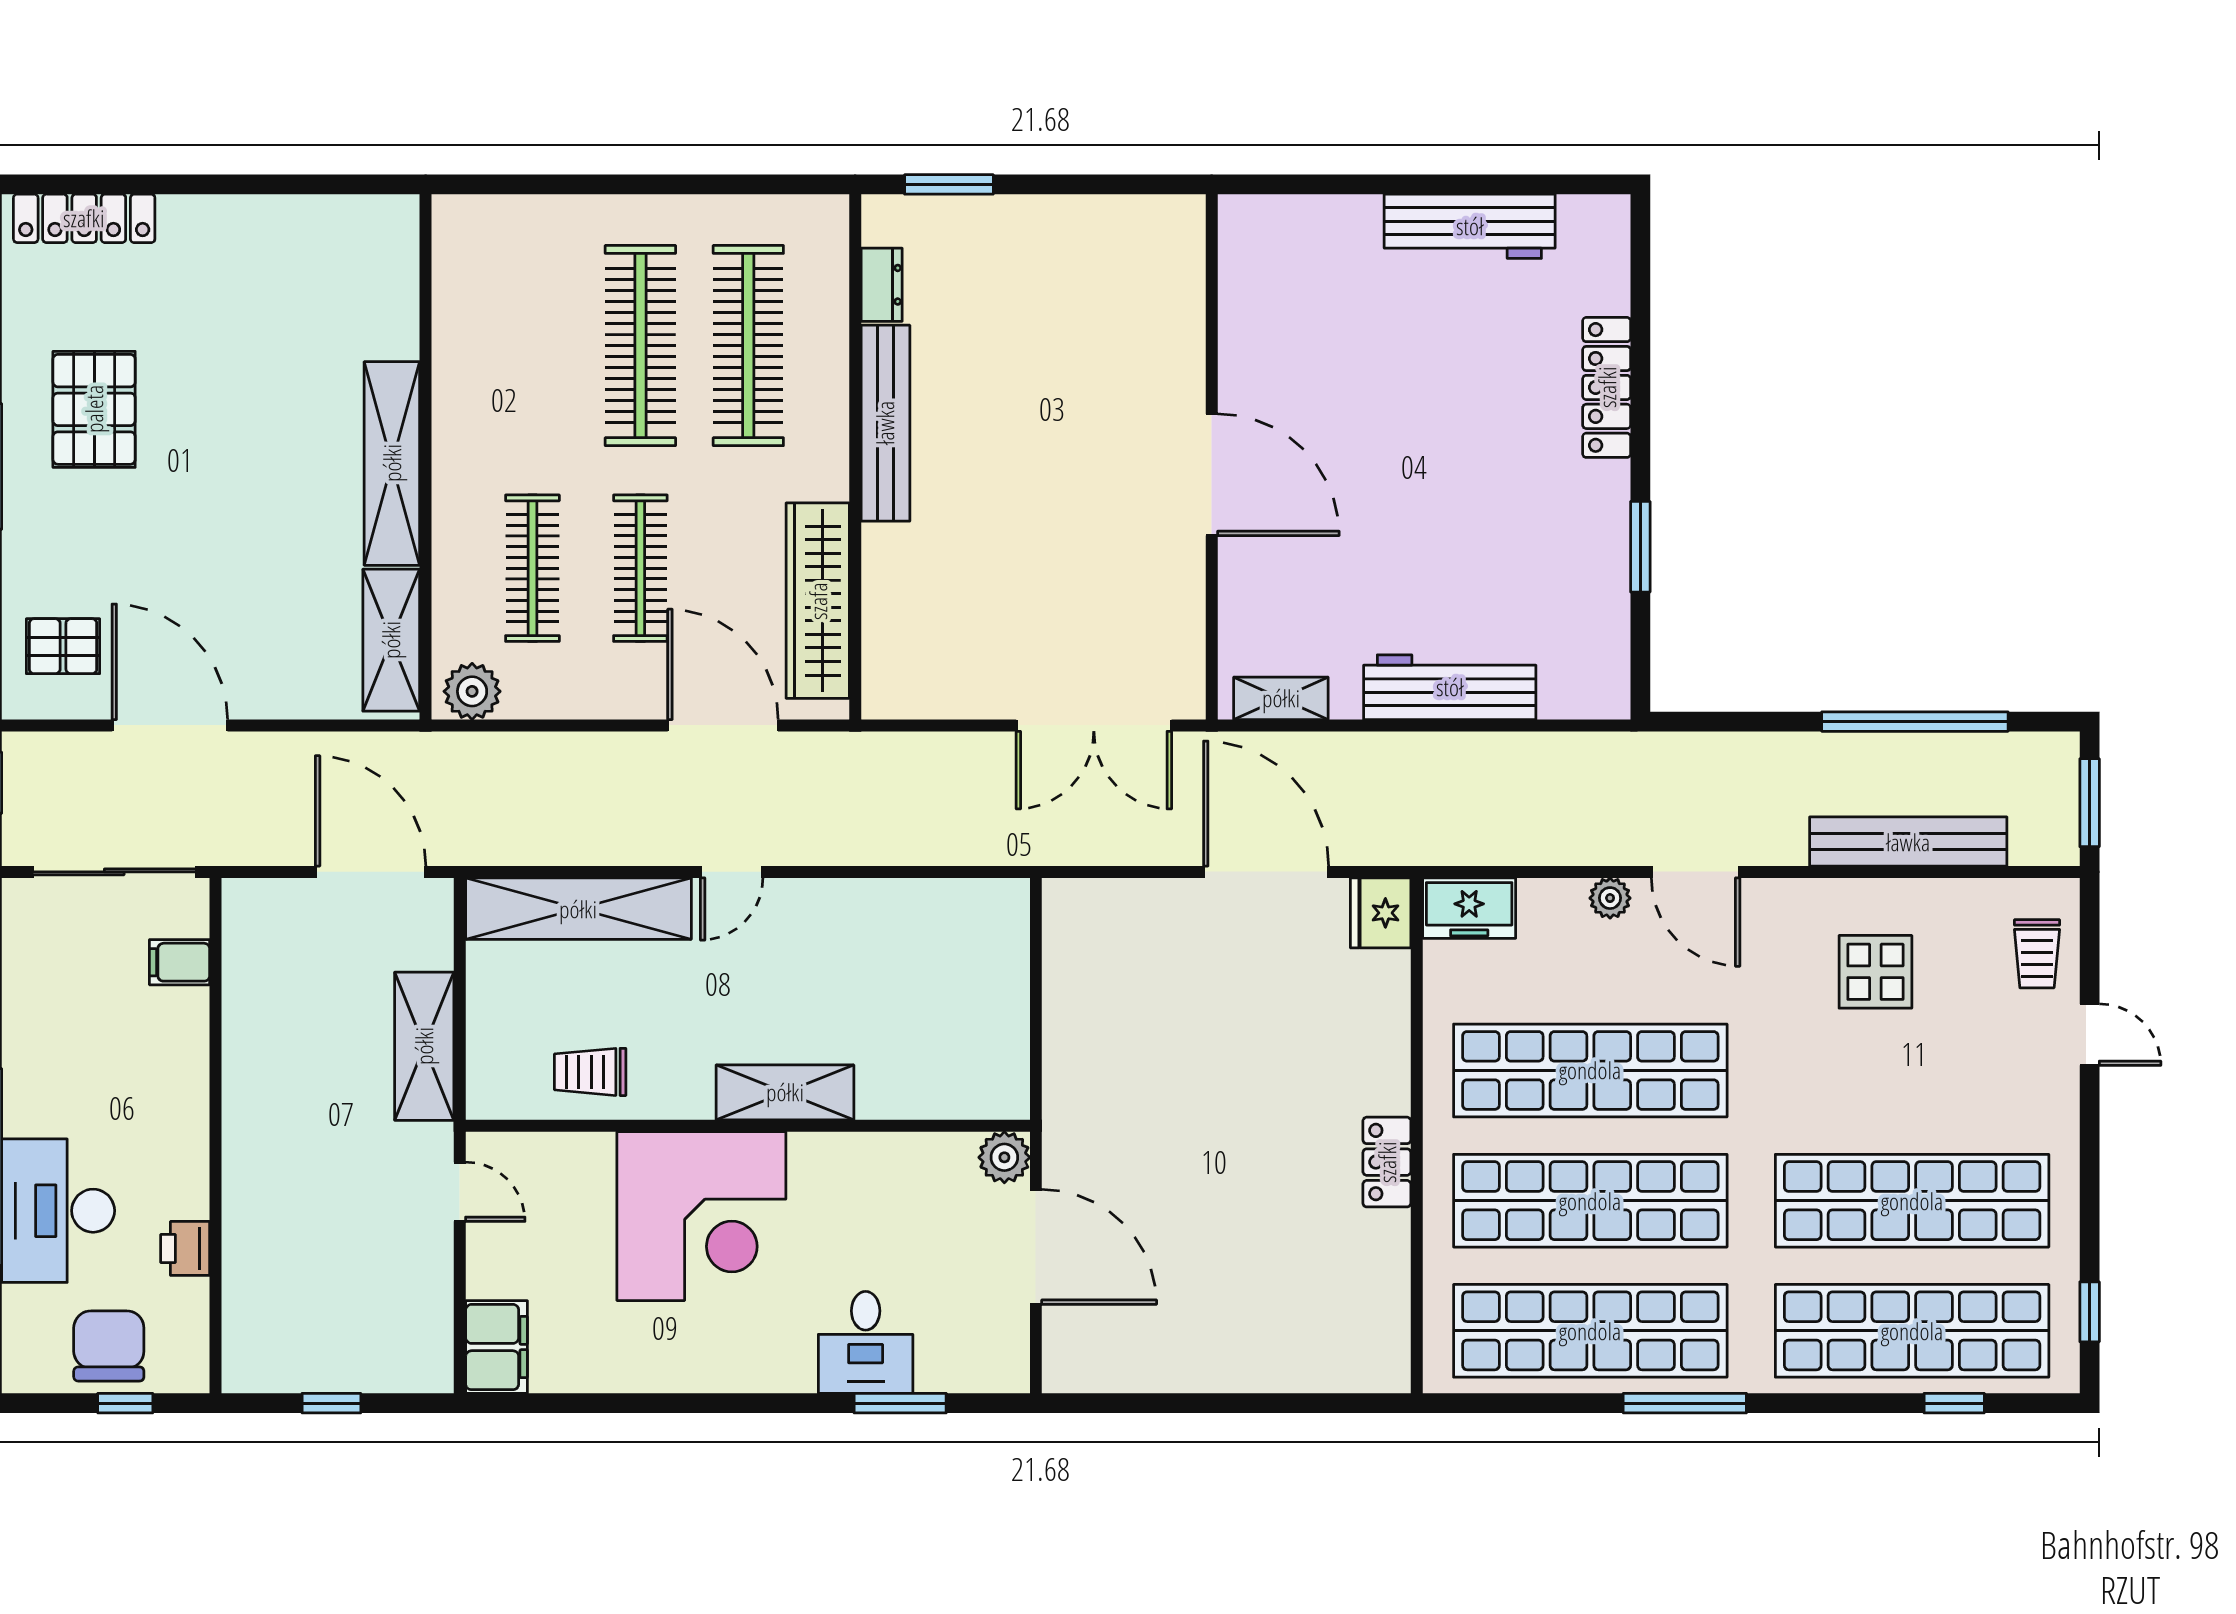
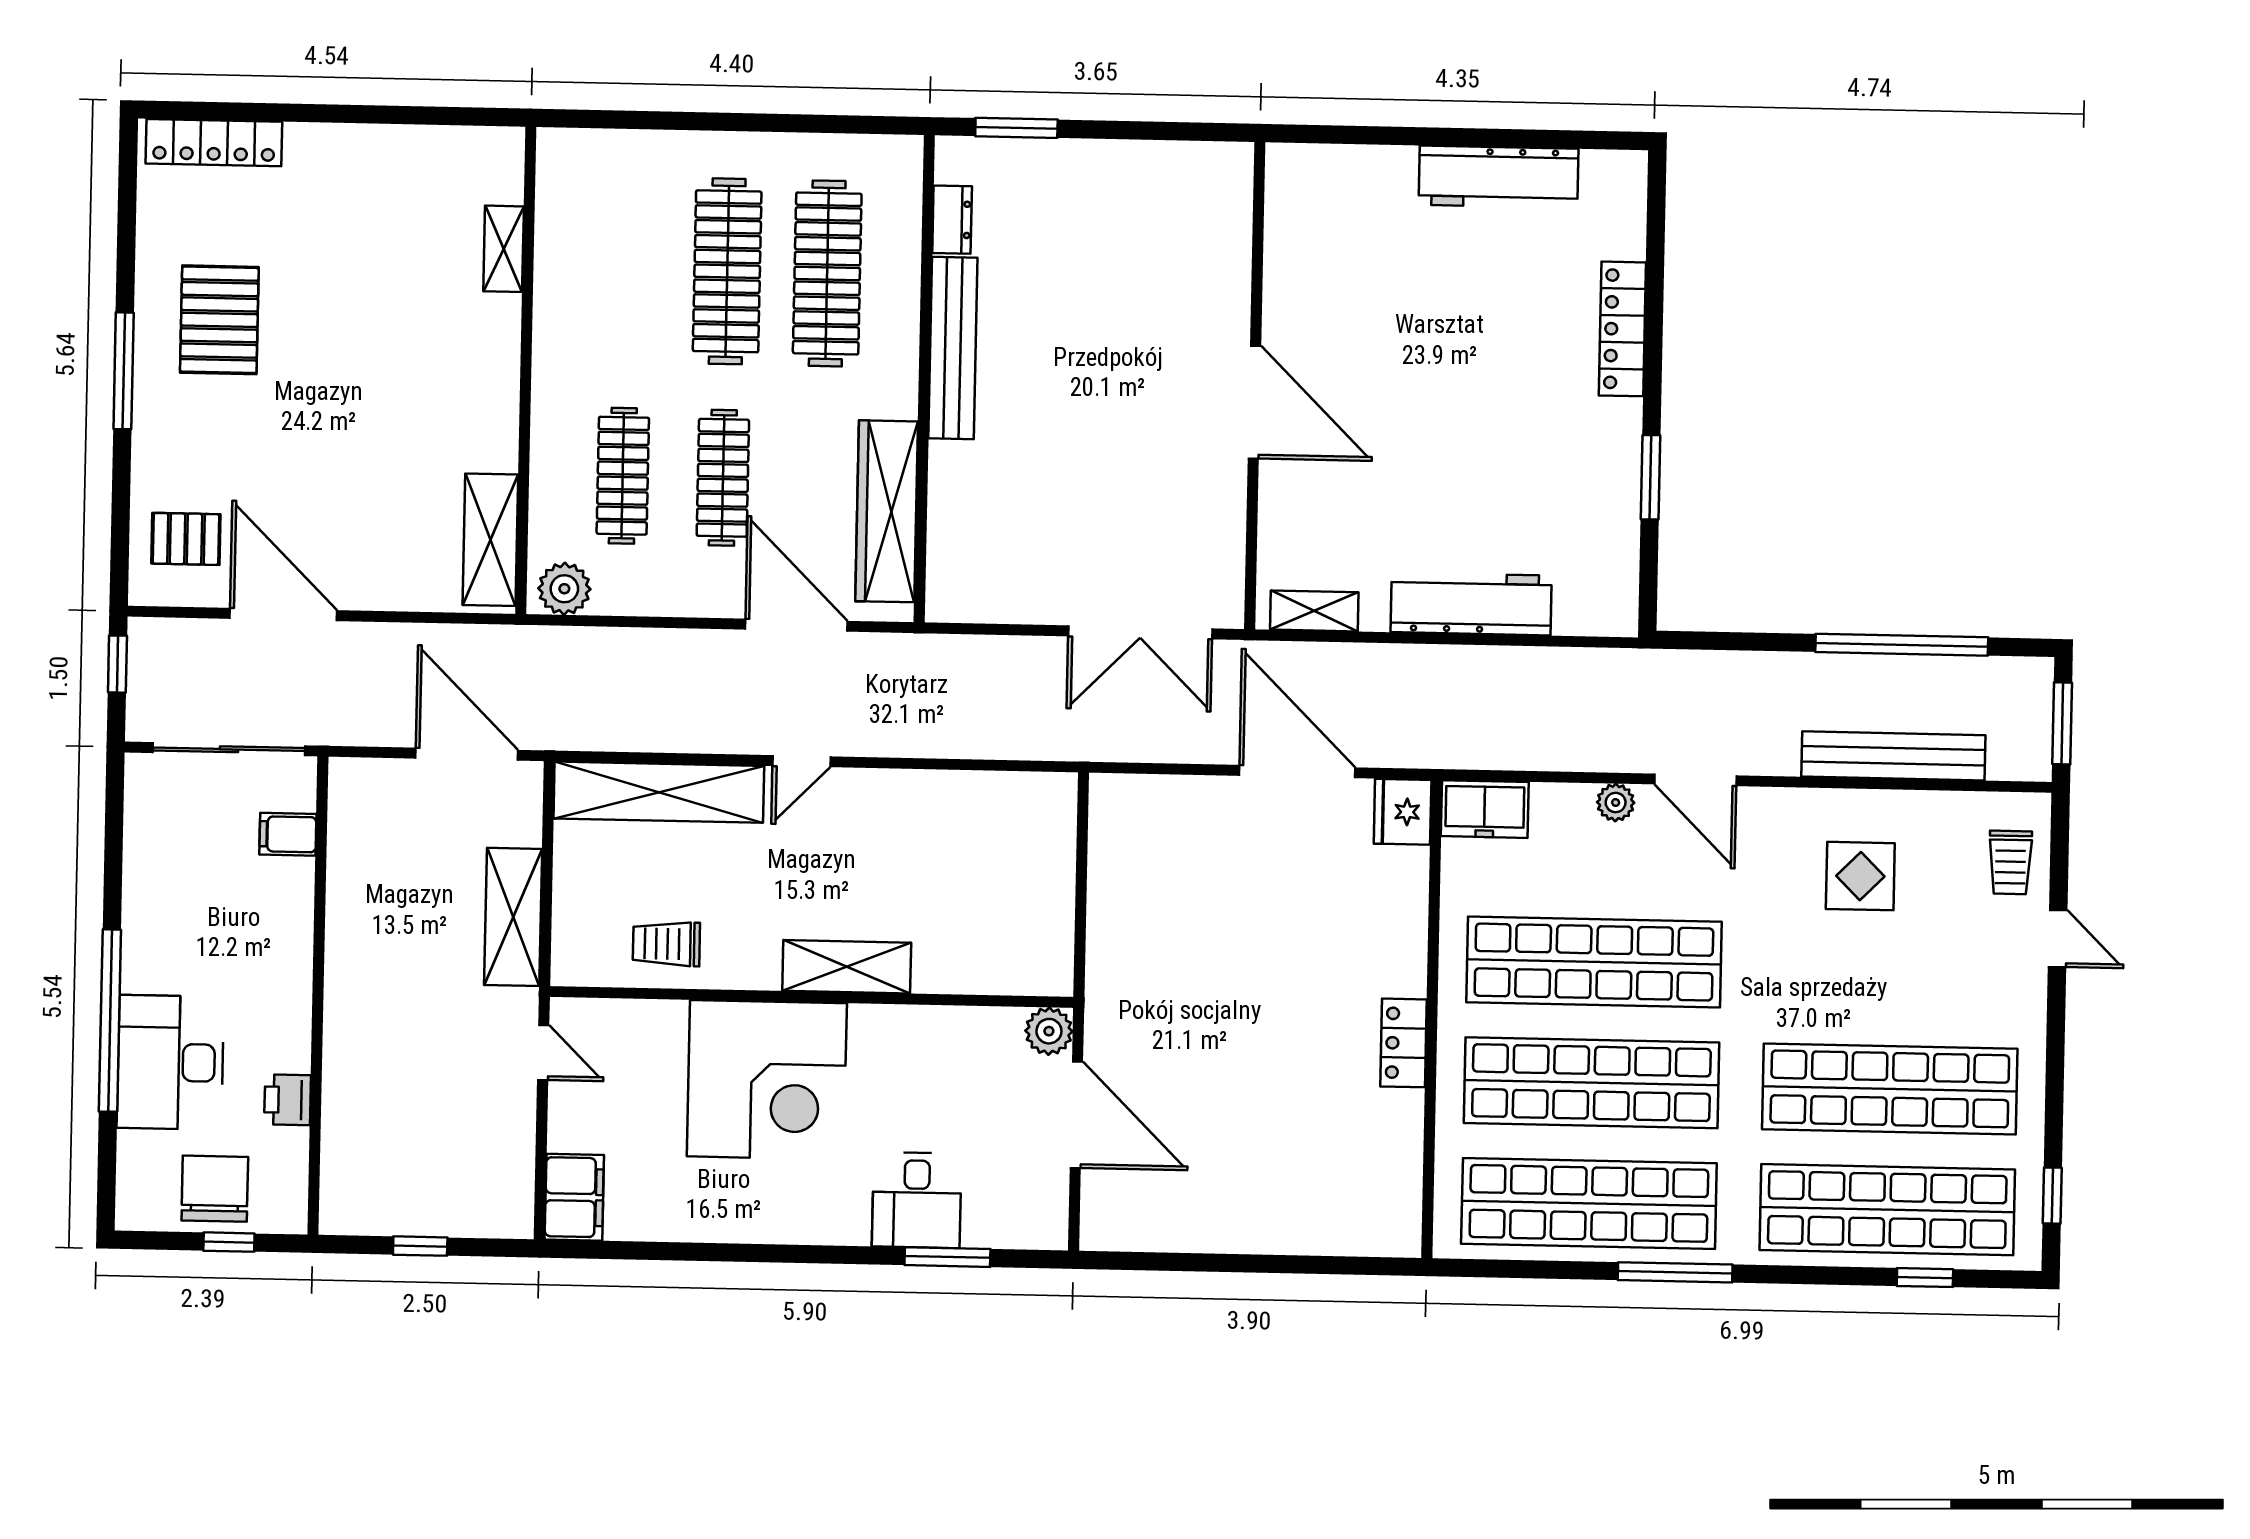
shelving: (392, 463) -> (504, 249), moved, width x0.45, depth x0.75

